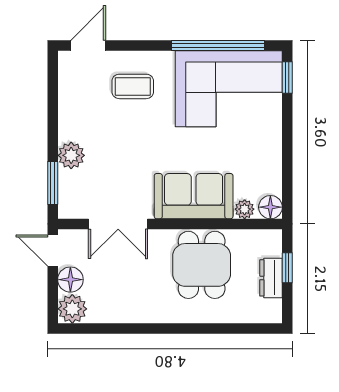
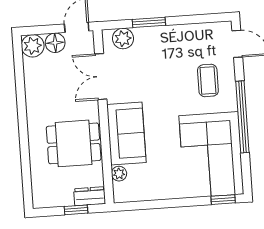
window: (218, 45) -> (242, 117), moved
plant: (71, 155) -> (123, 39), moved
window: (53, 183) -> (149, 22), moved
floor lamp: (270, 207) -> (122, 194), removed
dresser: (271, 278) -> (90, 196), moved

